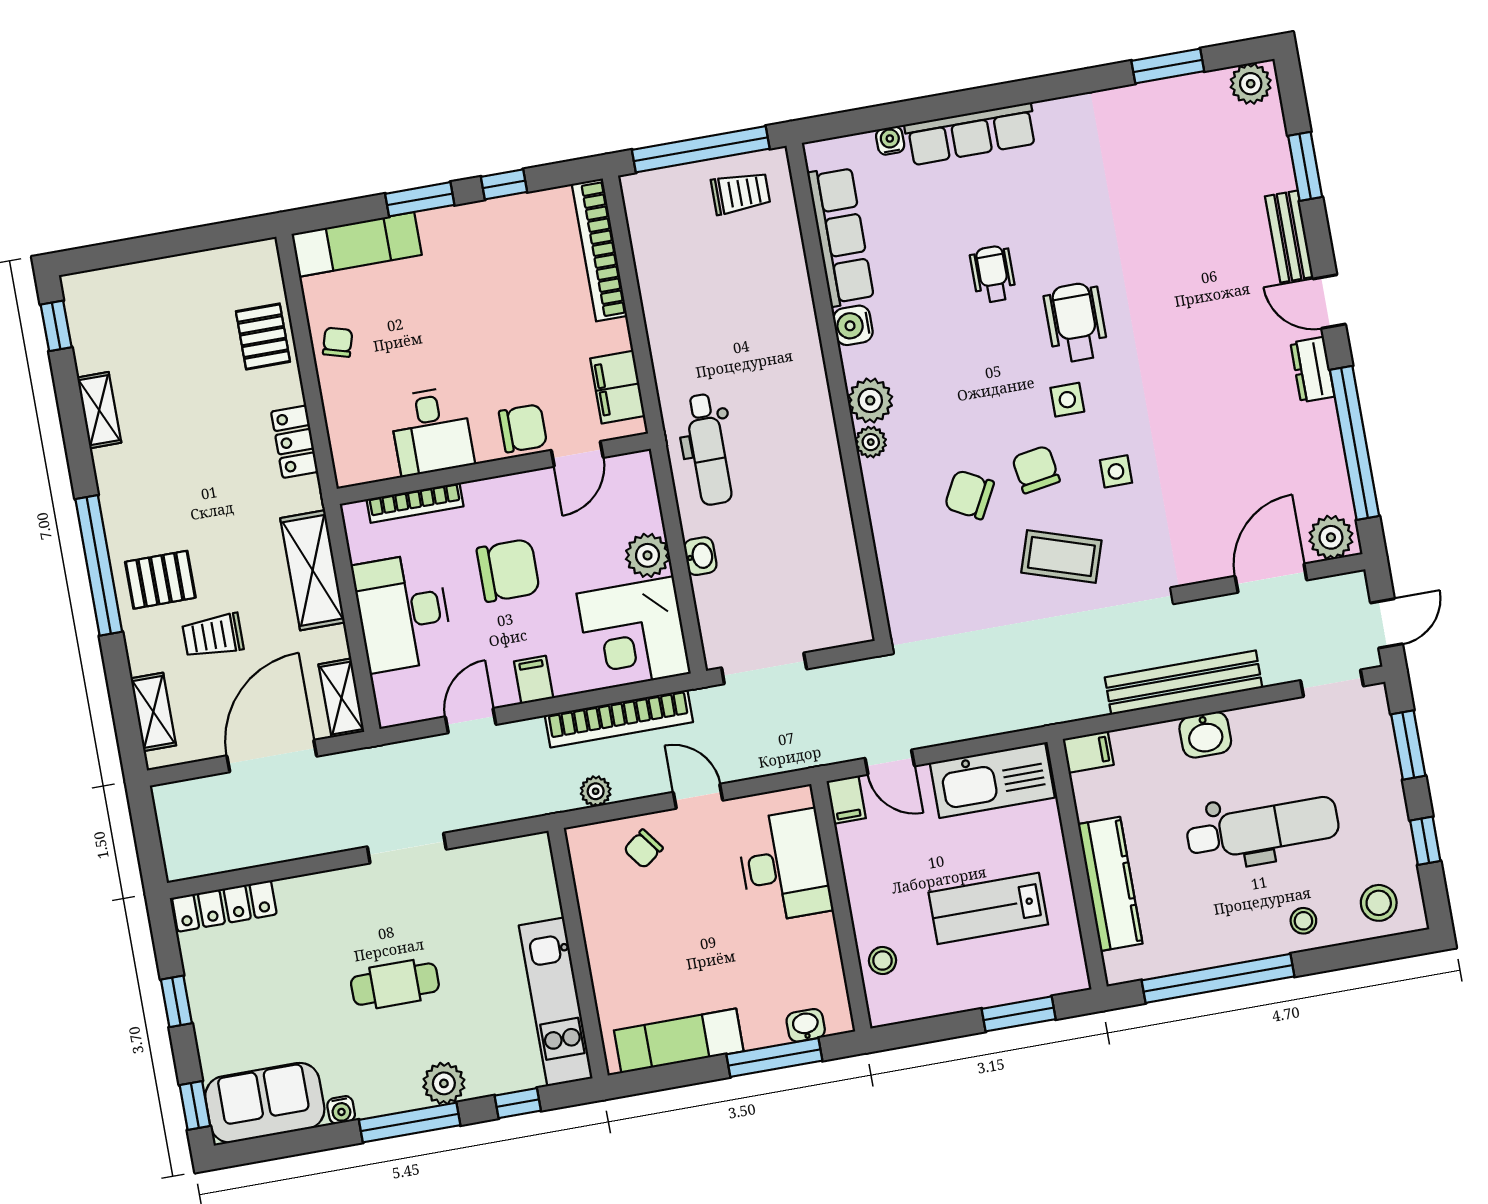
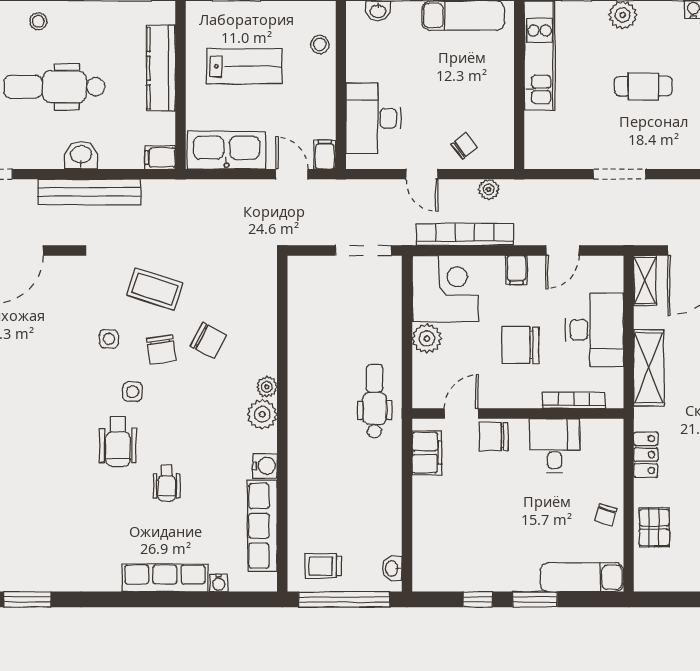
bookcase: (599, 250) -> (423, 545), removed
washbasin: (700, 556) -> (392, 568), moved

